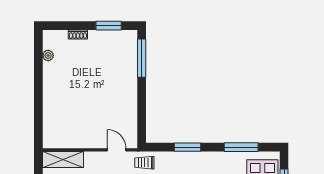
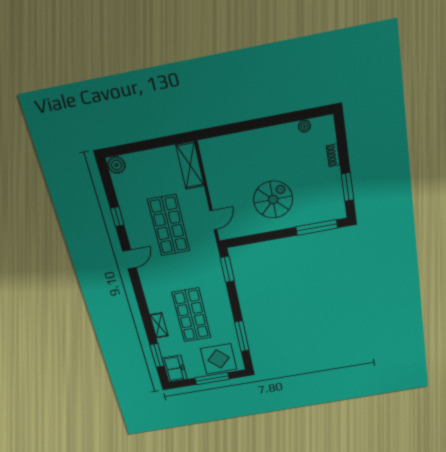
spiral stairs: (108, 93) -> (273, 200), added
window: (188, 147) -> (227, 269), moved
trolley: (144, 163) -> (206, 250), removed

